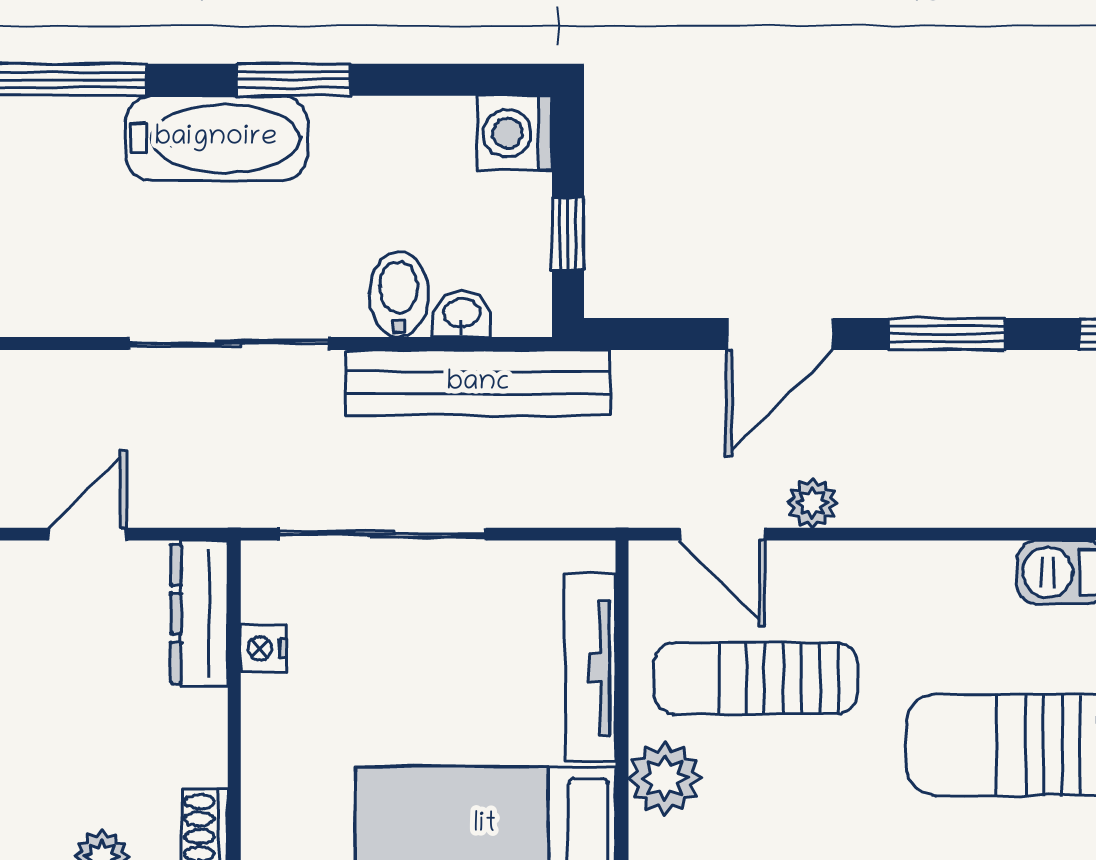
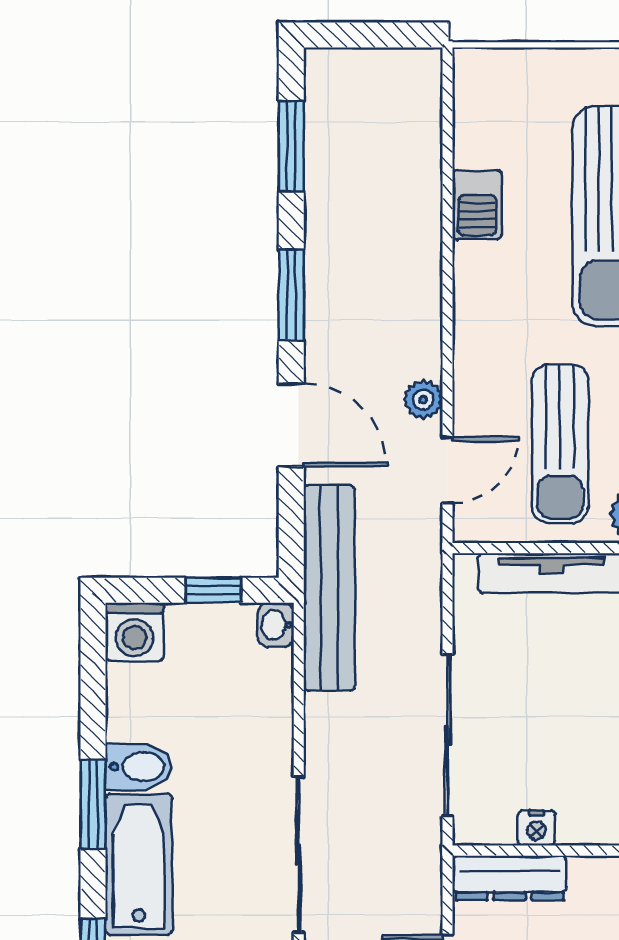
bidet: (399, 294) -> (139, 767), moved, turned 180
washbasin: (462, 314) -> (276, 625), moved
bench: (478, 383) -> (329, 588), moved

